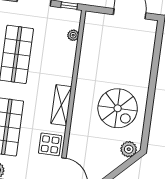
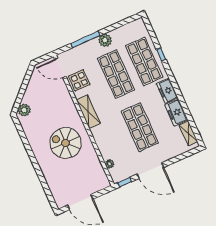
spiral stairs: (118, 108) -> (65, 143), moved

